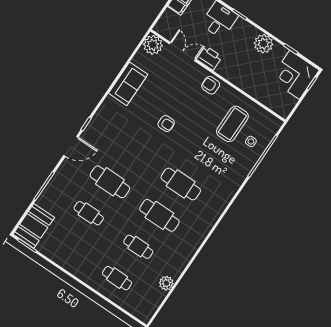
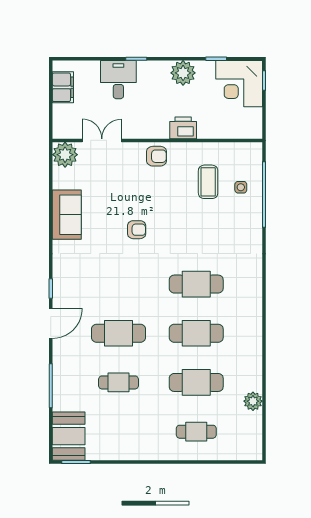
printer: (209, 58) -> (183, 128), moved
armchair: (211, 85) -> (157, 156), turned 180
coffee table: (232, 124) -> (208, 182), width x0.73, depth x0.76
cafe table: (138, 247) -> (196, 382), width x1.37, depth x1.35

